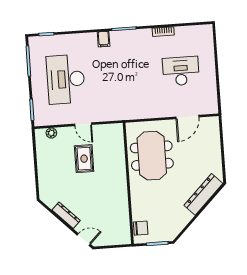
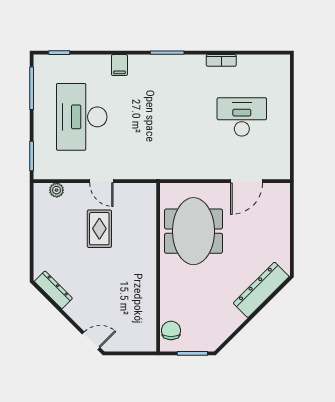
filing cabinet: (104, 39) -> (119, 65), moved
dresser: (66, 215) -> (53, 290), moved
chair: (141, 228) -> (171, 330), turned -90

